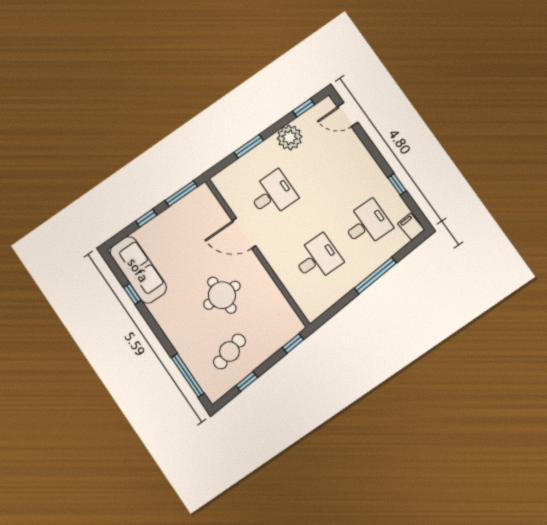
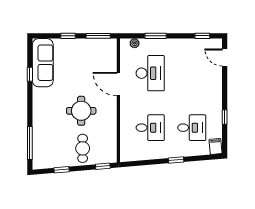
plant: (290, 137) -> (135, 43), moved, width x0.53, depth x0.53
desk: (273, 194) -> (150, 73), width x1.37
window: (375, 276) -> (176, 160), width x0.46
cafe table: (229, 352) -> (83, 148), moved, turned -75

